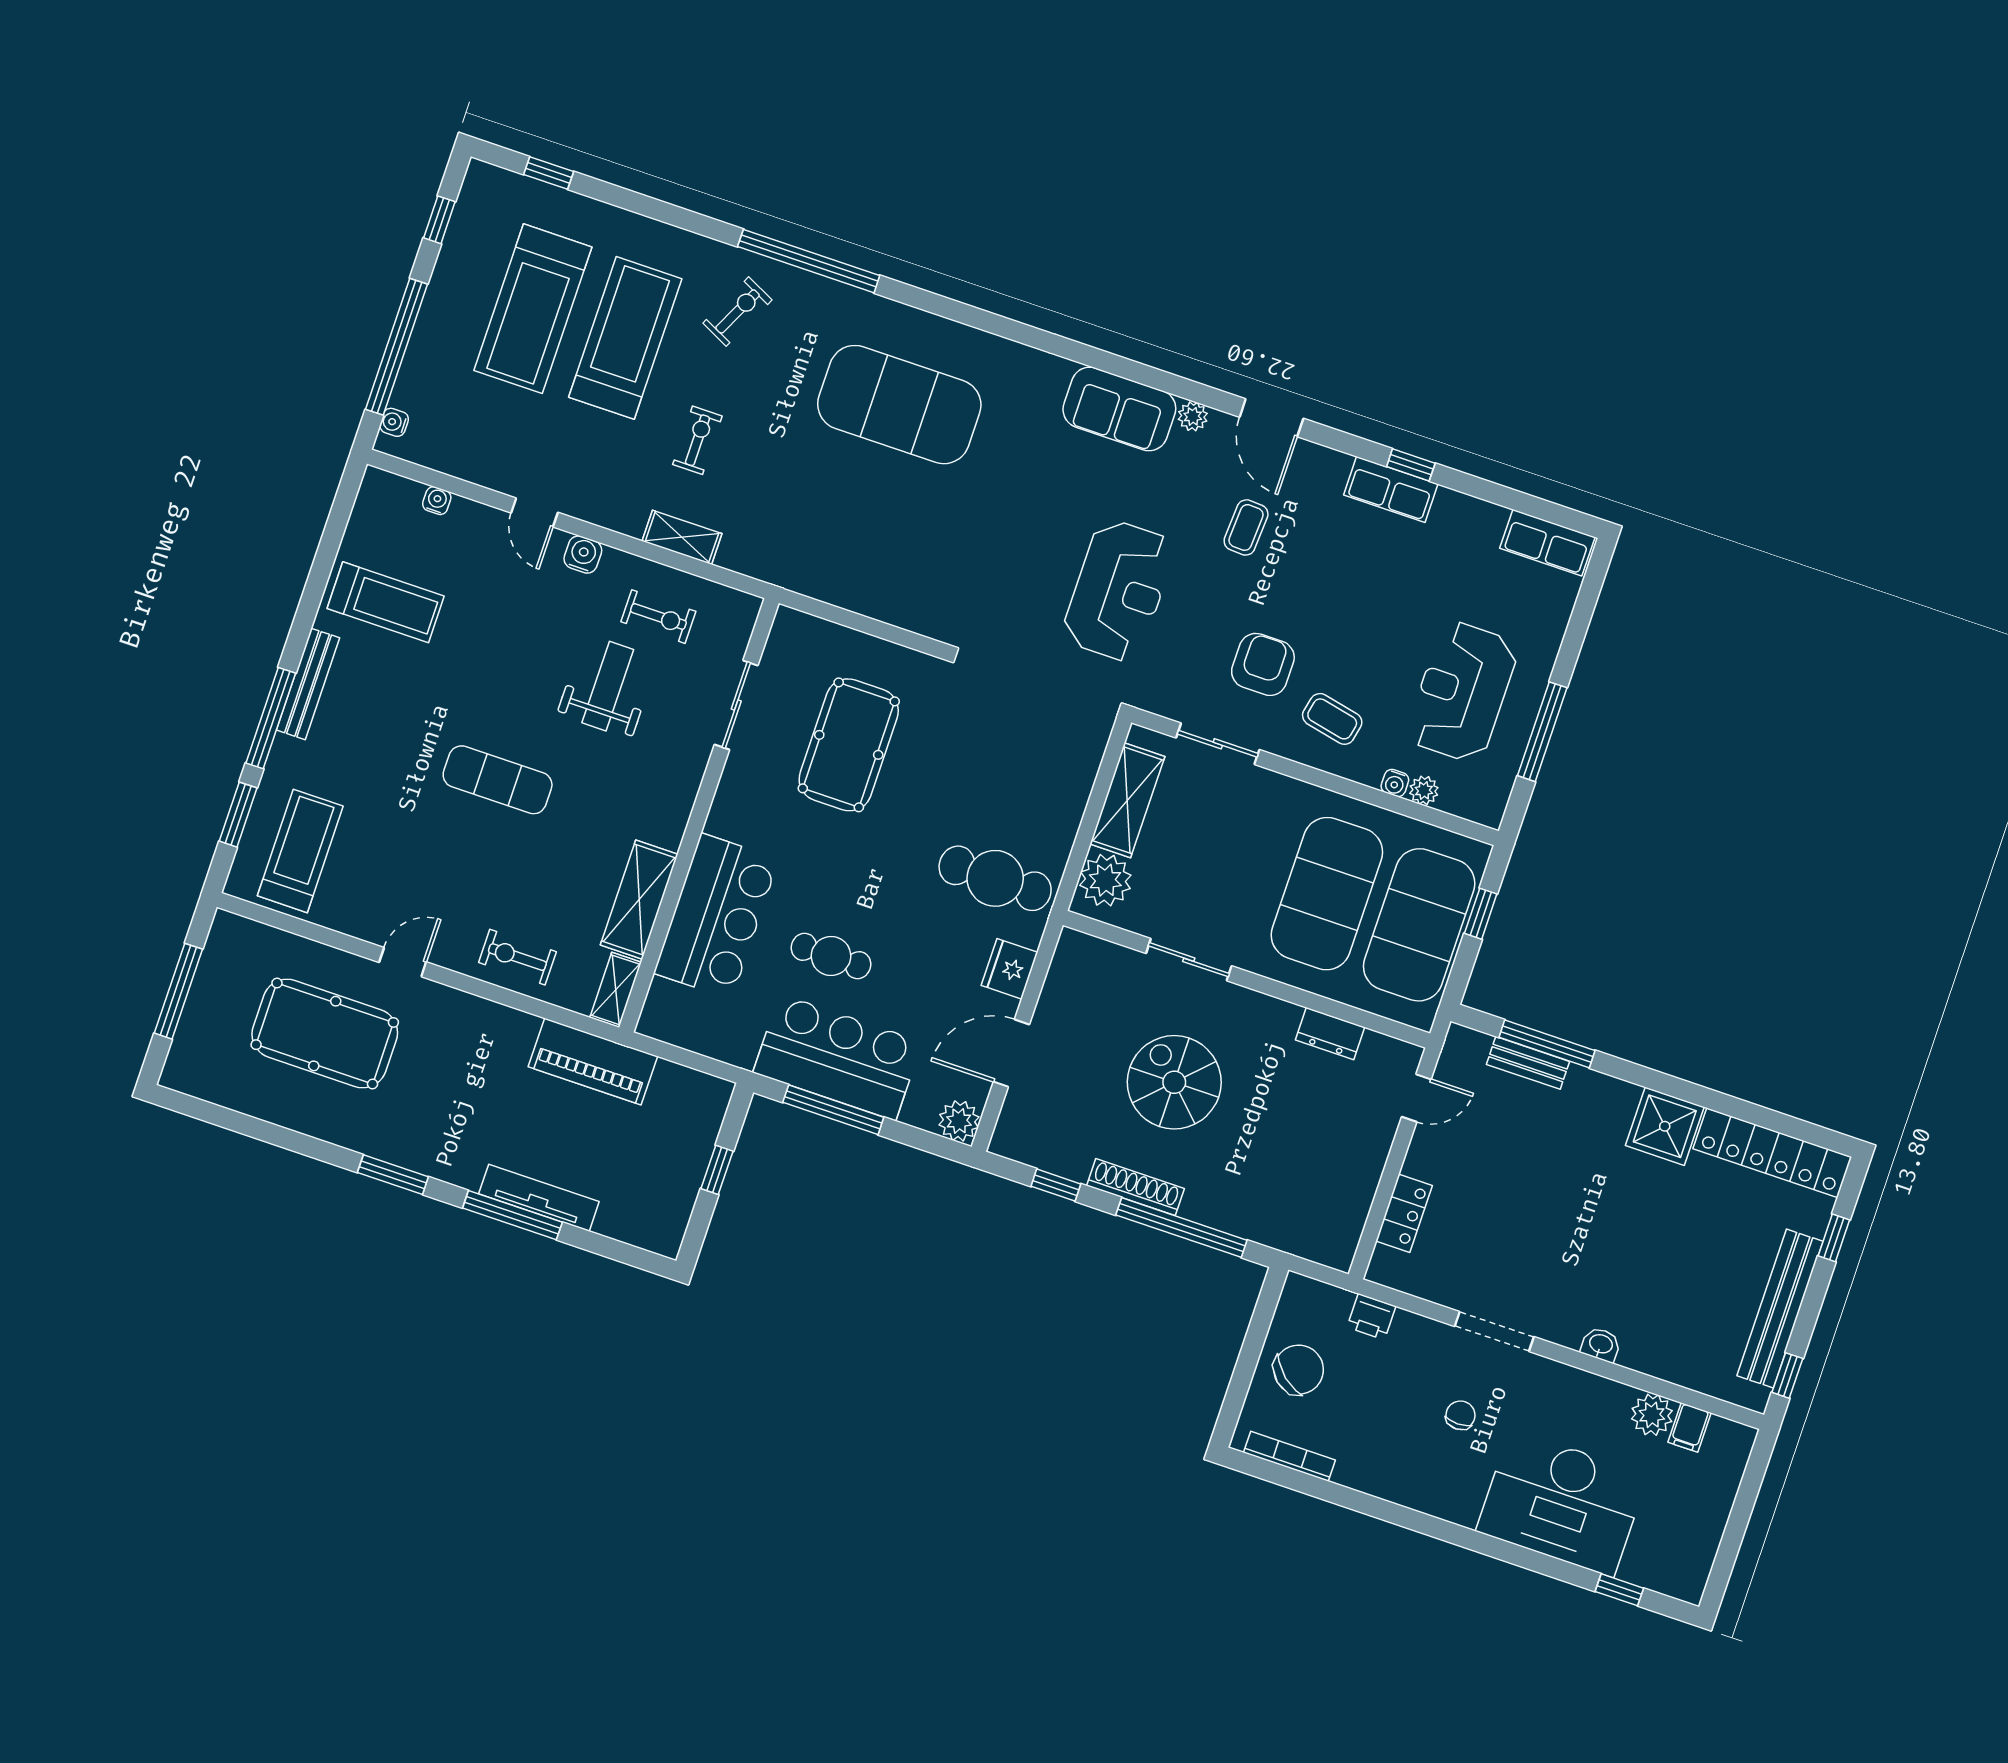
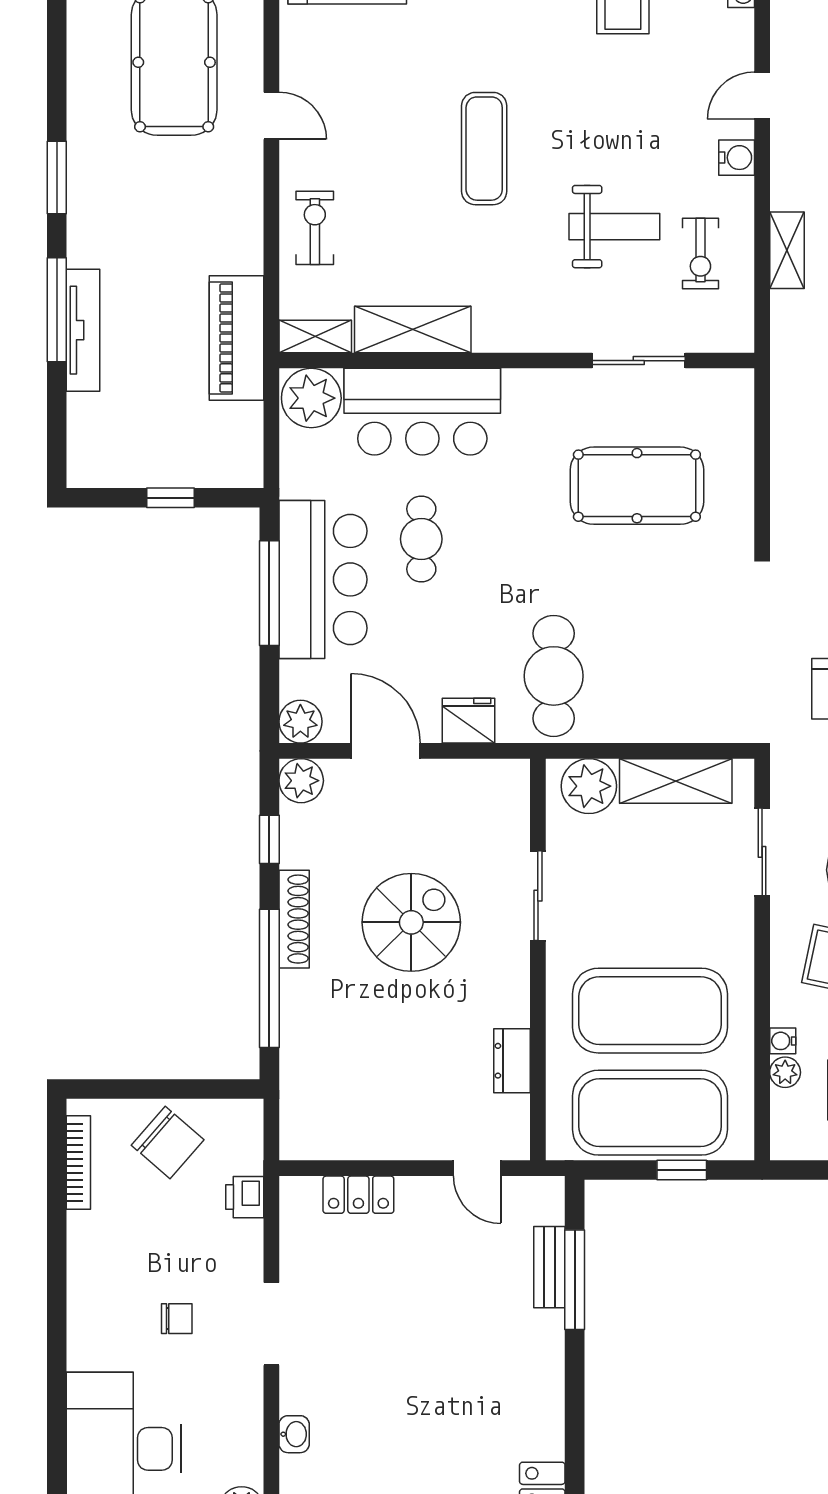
plant: (670, 1012) -> (311, 398), added
shower: (1665, 1126) -> (532, 1424), removed
plant: (1013, 1138) -> (301, 781), added

